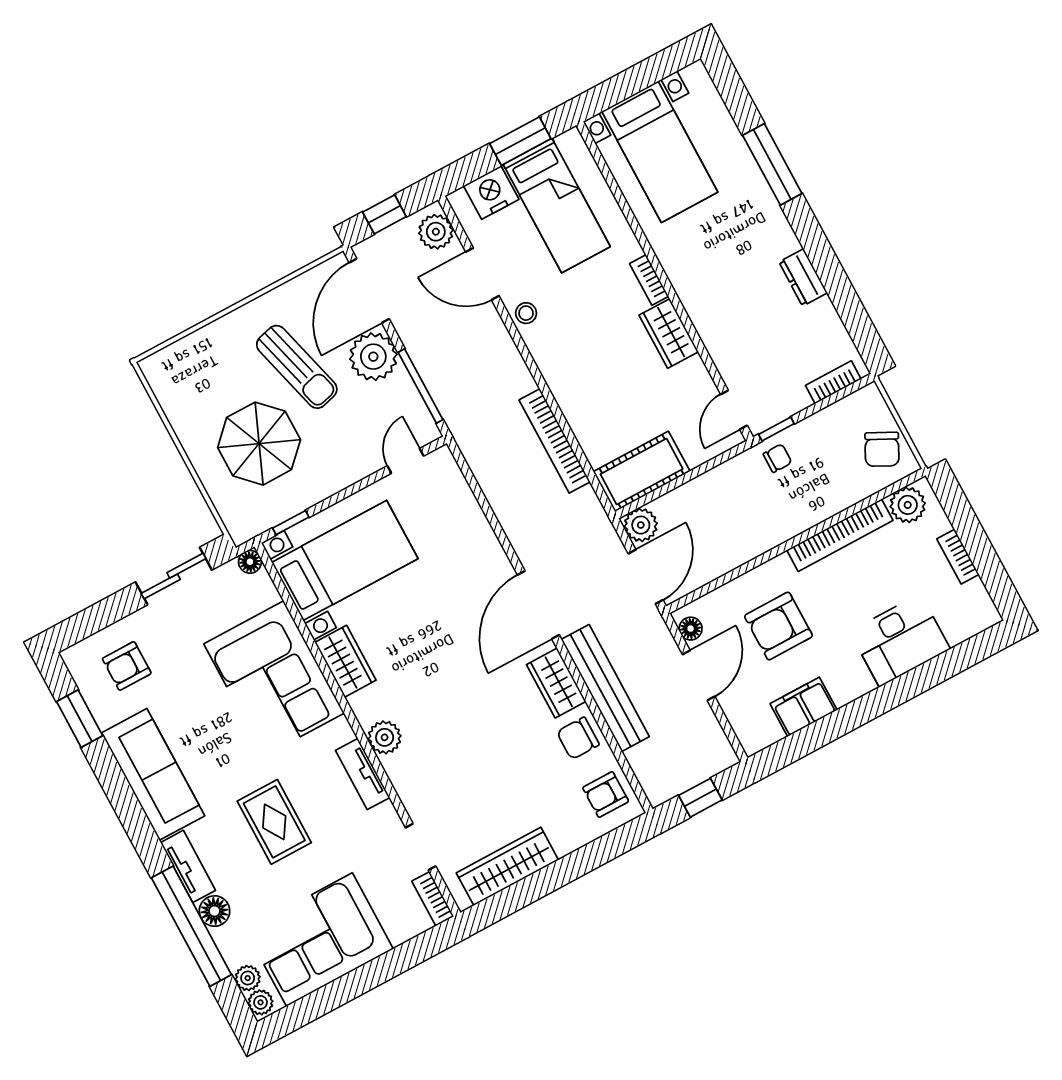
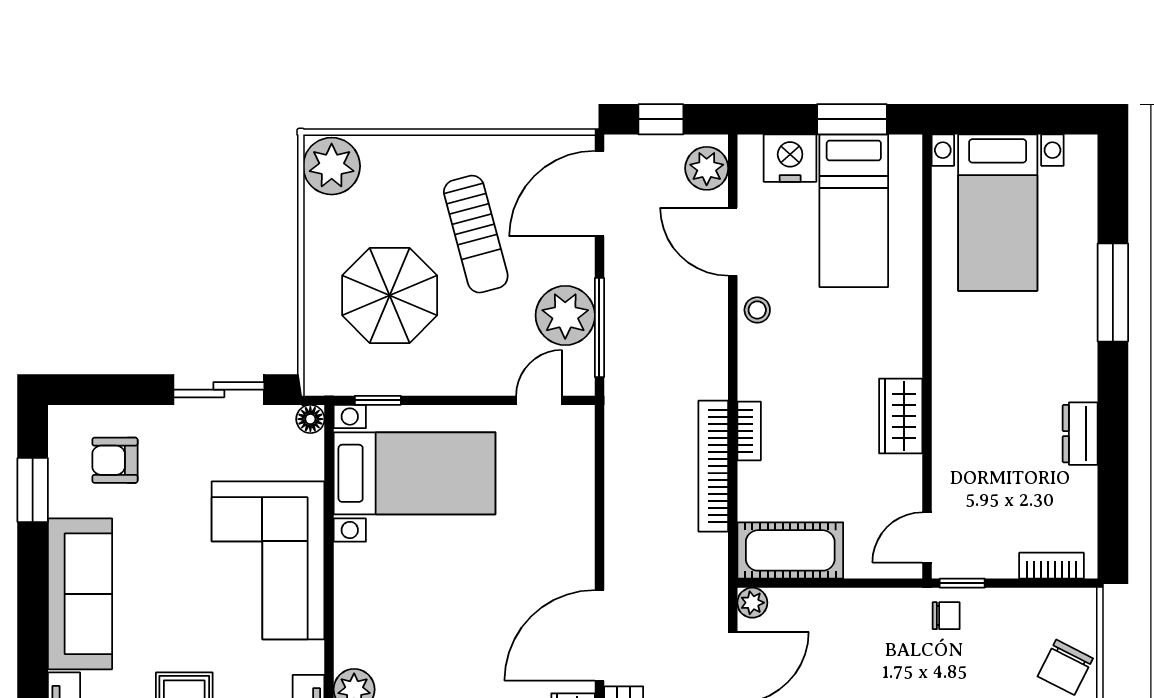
bookcase: (649, 280) -> (749, 431), moved, turned 180
plant: (373, 357) -> (565, 315), moved
plant: (168, 374) -> (332, 166), added
plant: (641, 525) -> (752, 603), width x0.73, depth x0.73
wardrobe: (345, 661) -> (356, 583), removed

